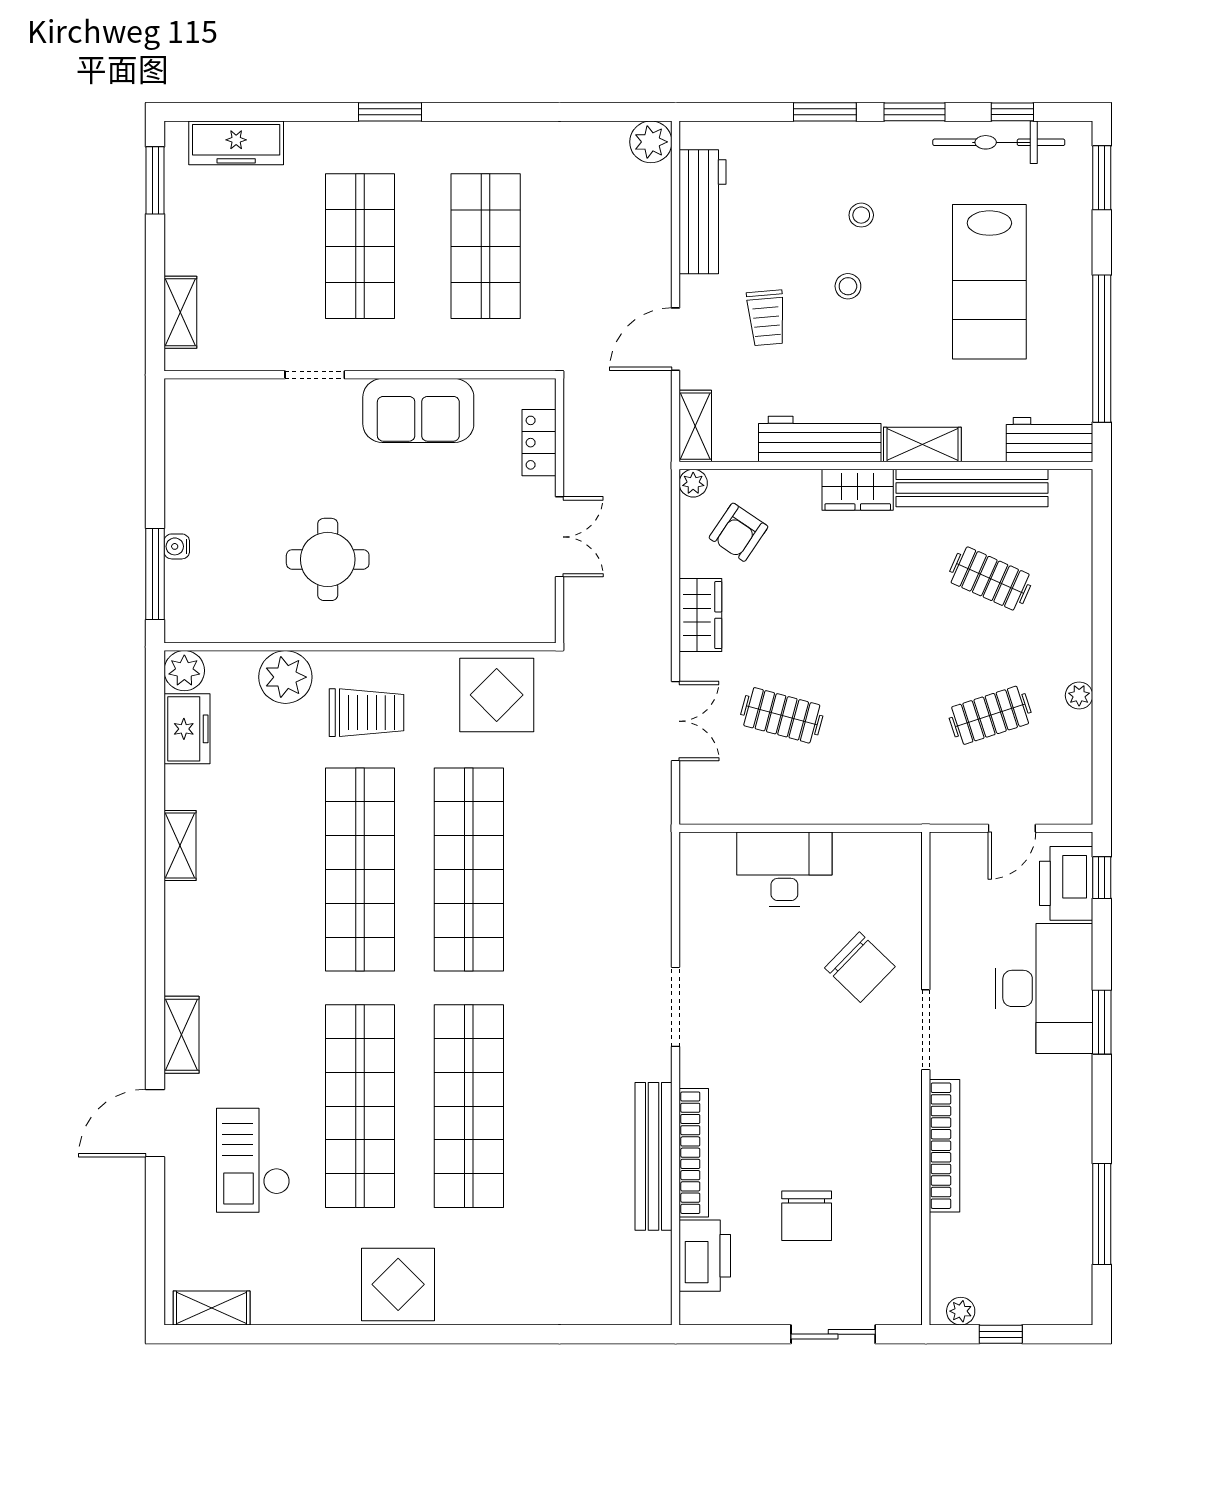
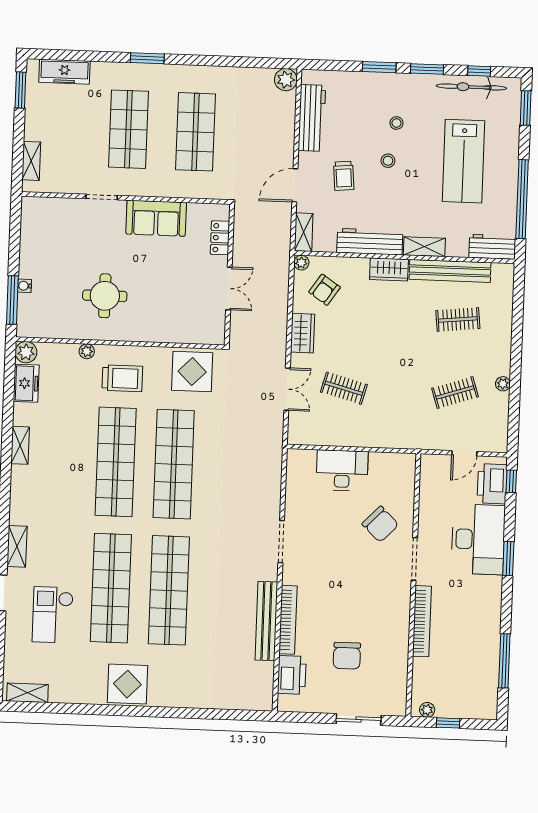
clothes rail: (990, 578) -> (458, 320), turned -30
plant: (285, 677) -> (87, 351), width x0.53, depth x0.53

